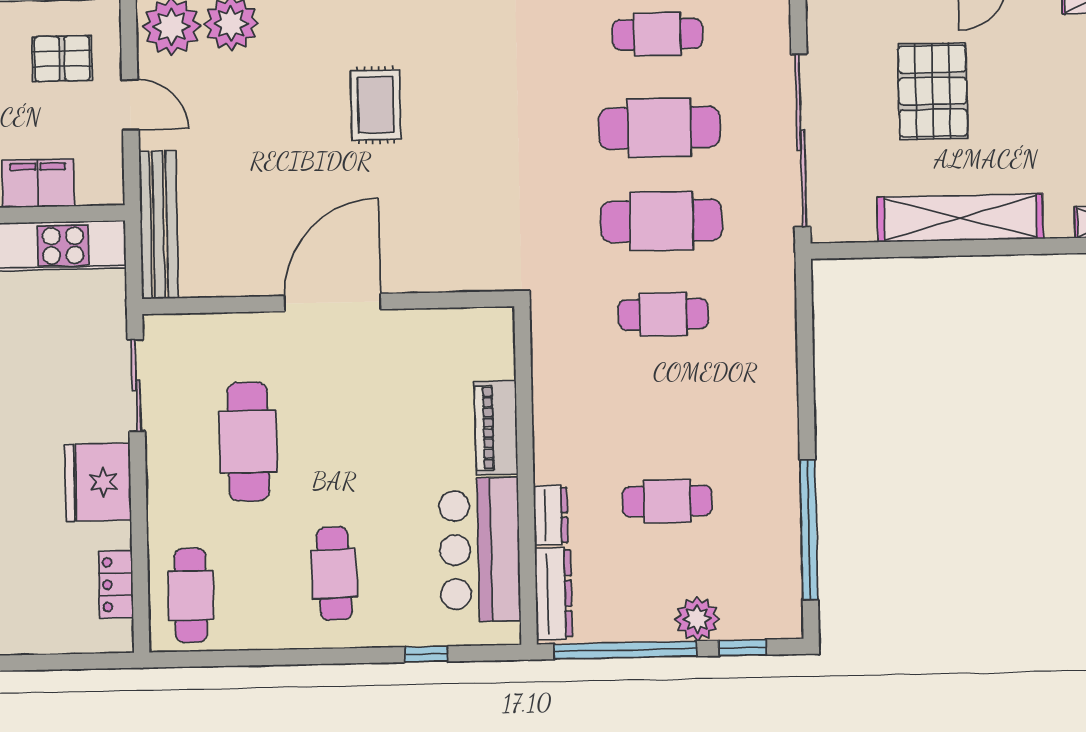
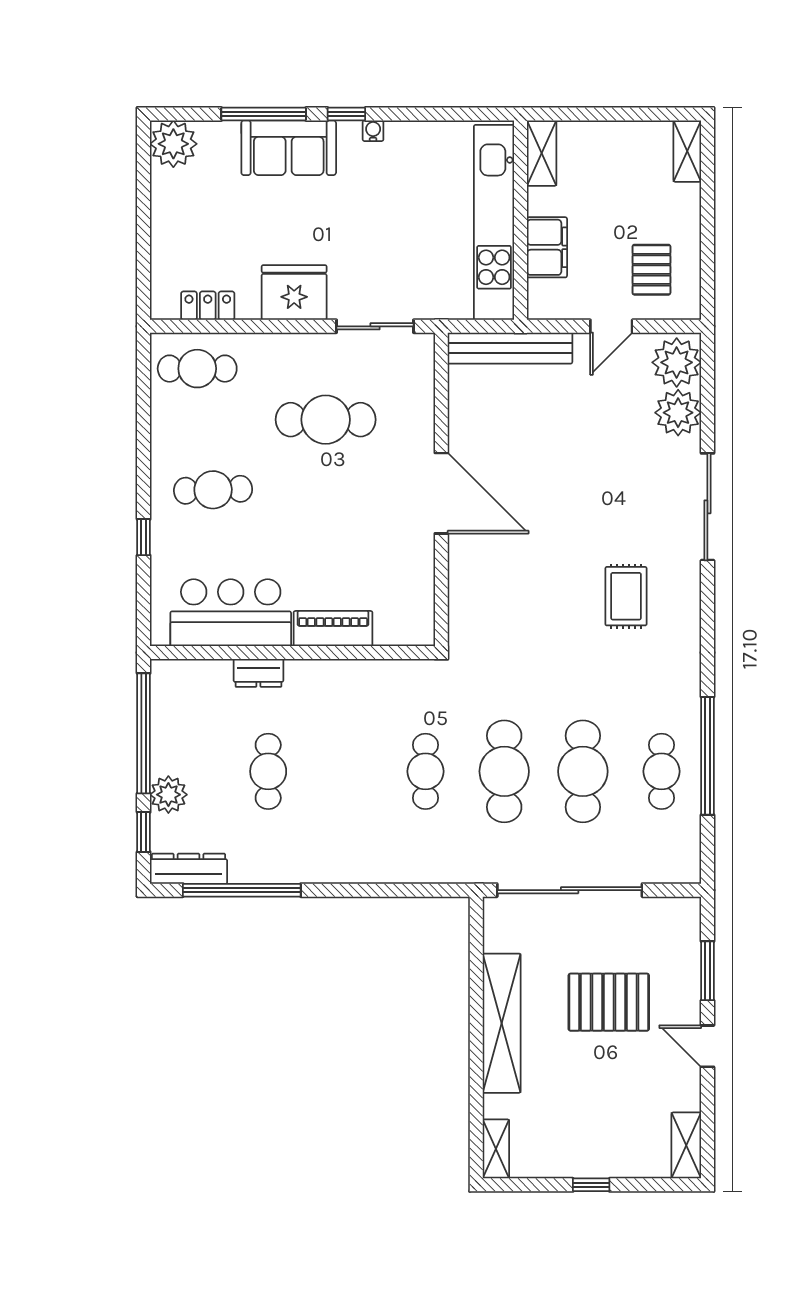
rug: (376, 105) -> (626, 596), moved, turned 90
dresser: (553, 594) -> (189, 869), moved, turned 180
window: (426, 654) -> (144, 537), moved

